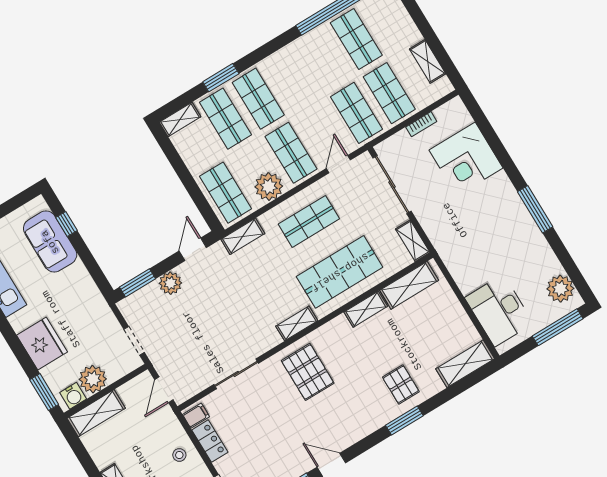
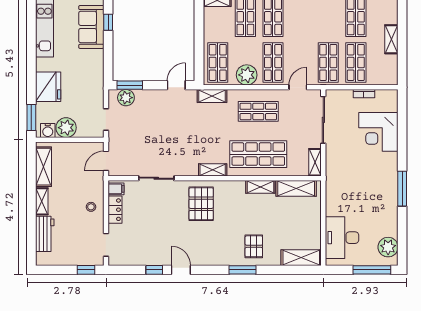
shelving: (428, 61) -> (391, 39), moved
plant: (170, 283) -> (126, 98), moved
shelving: (96, 413) -> (43, 167), moved, turned 90

